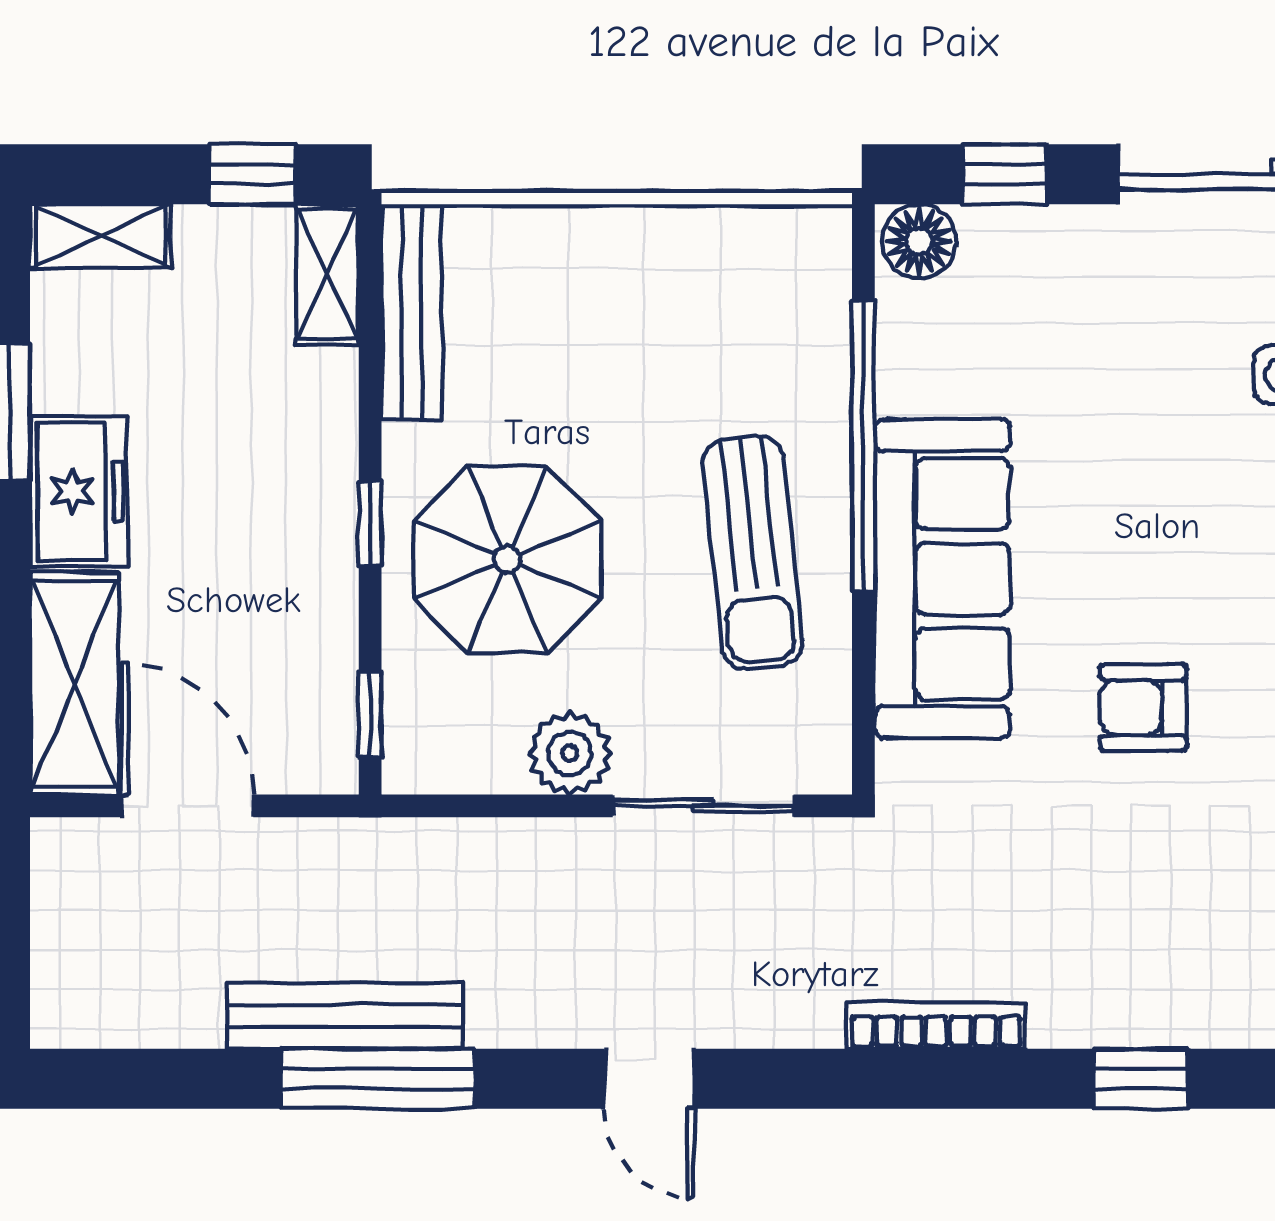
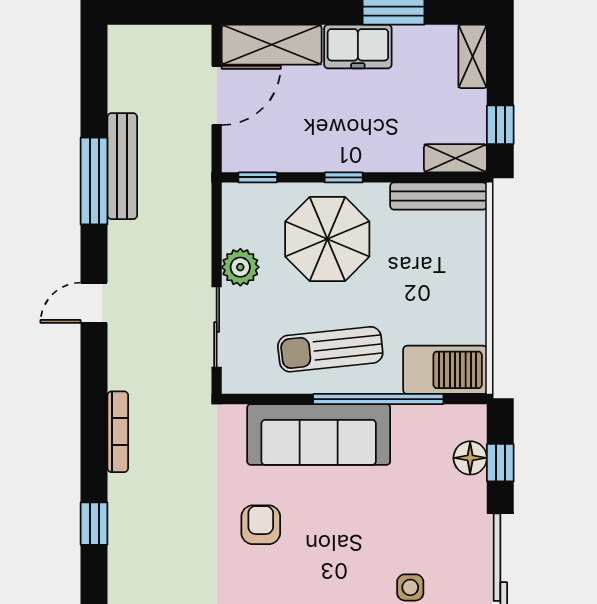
floor lamp: (919, 241) -> (470, 458), moved
barbecue: (798, 297) -> (445, 370), added

